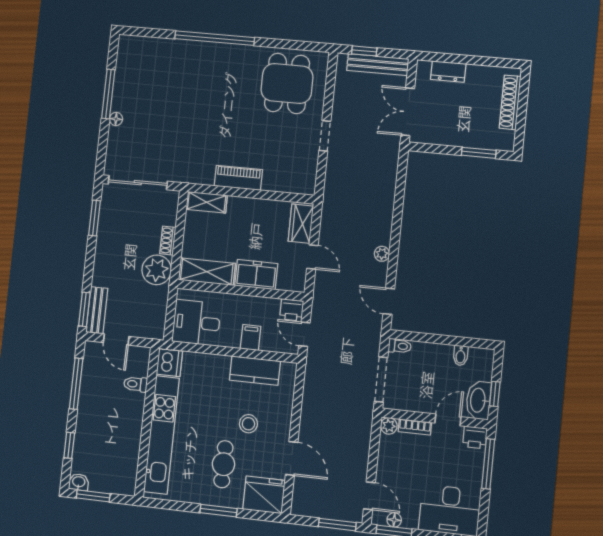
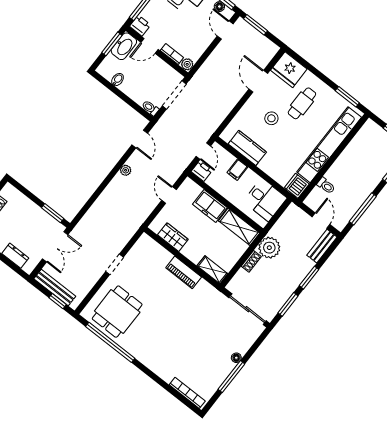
window: (215, 38) -> (110, 342), moved
bookcase: (147, 43) -> (187, 393), added
window: (479, 153) -> (53, 213), moved
wardrobe: (301, 224) -> (173, 237), moved, turned -90
window: (84, 309) -> (309, 278), moved
window: (495, 394) -> (112, 44), width x1.50
window: (219, 511) -> (347, 97), moved

